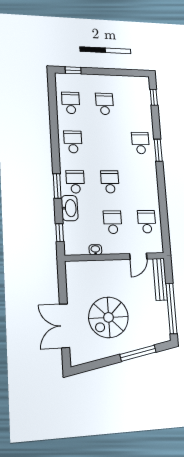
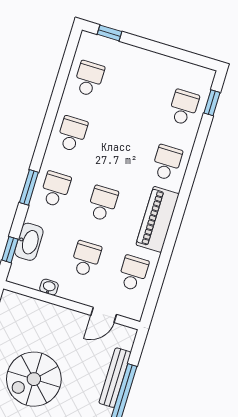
school desk: (105, 104) -> (184, 107), moved
window: (158, 150) -> (188, 180), removed
piano: (149, 181) -> (158, 219), added
washbasin: (70, 208) -> (29, 242), moved
bench: (160, 279) -> (115, 378), moved

